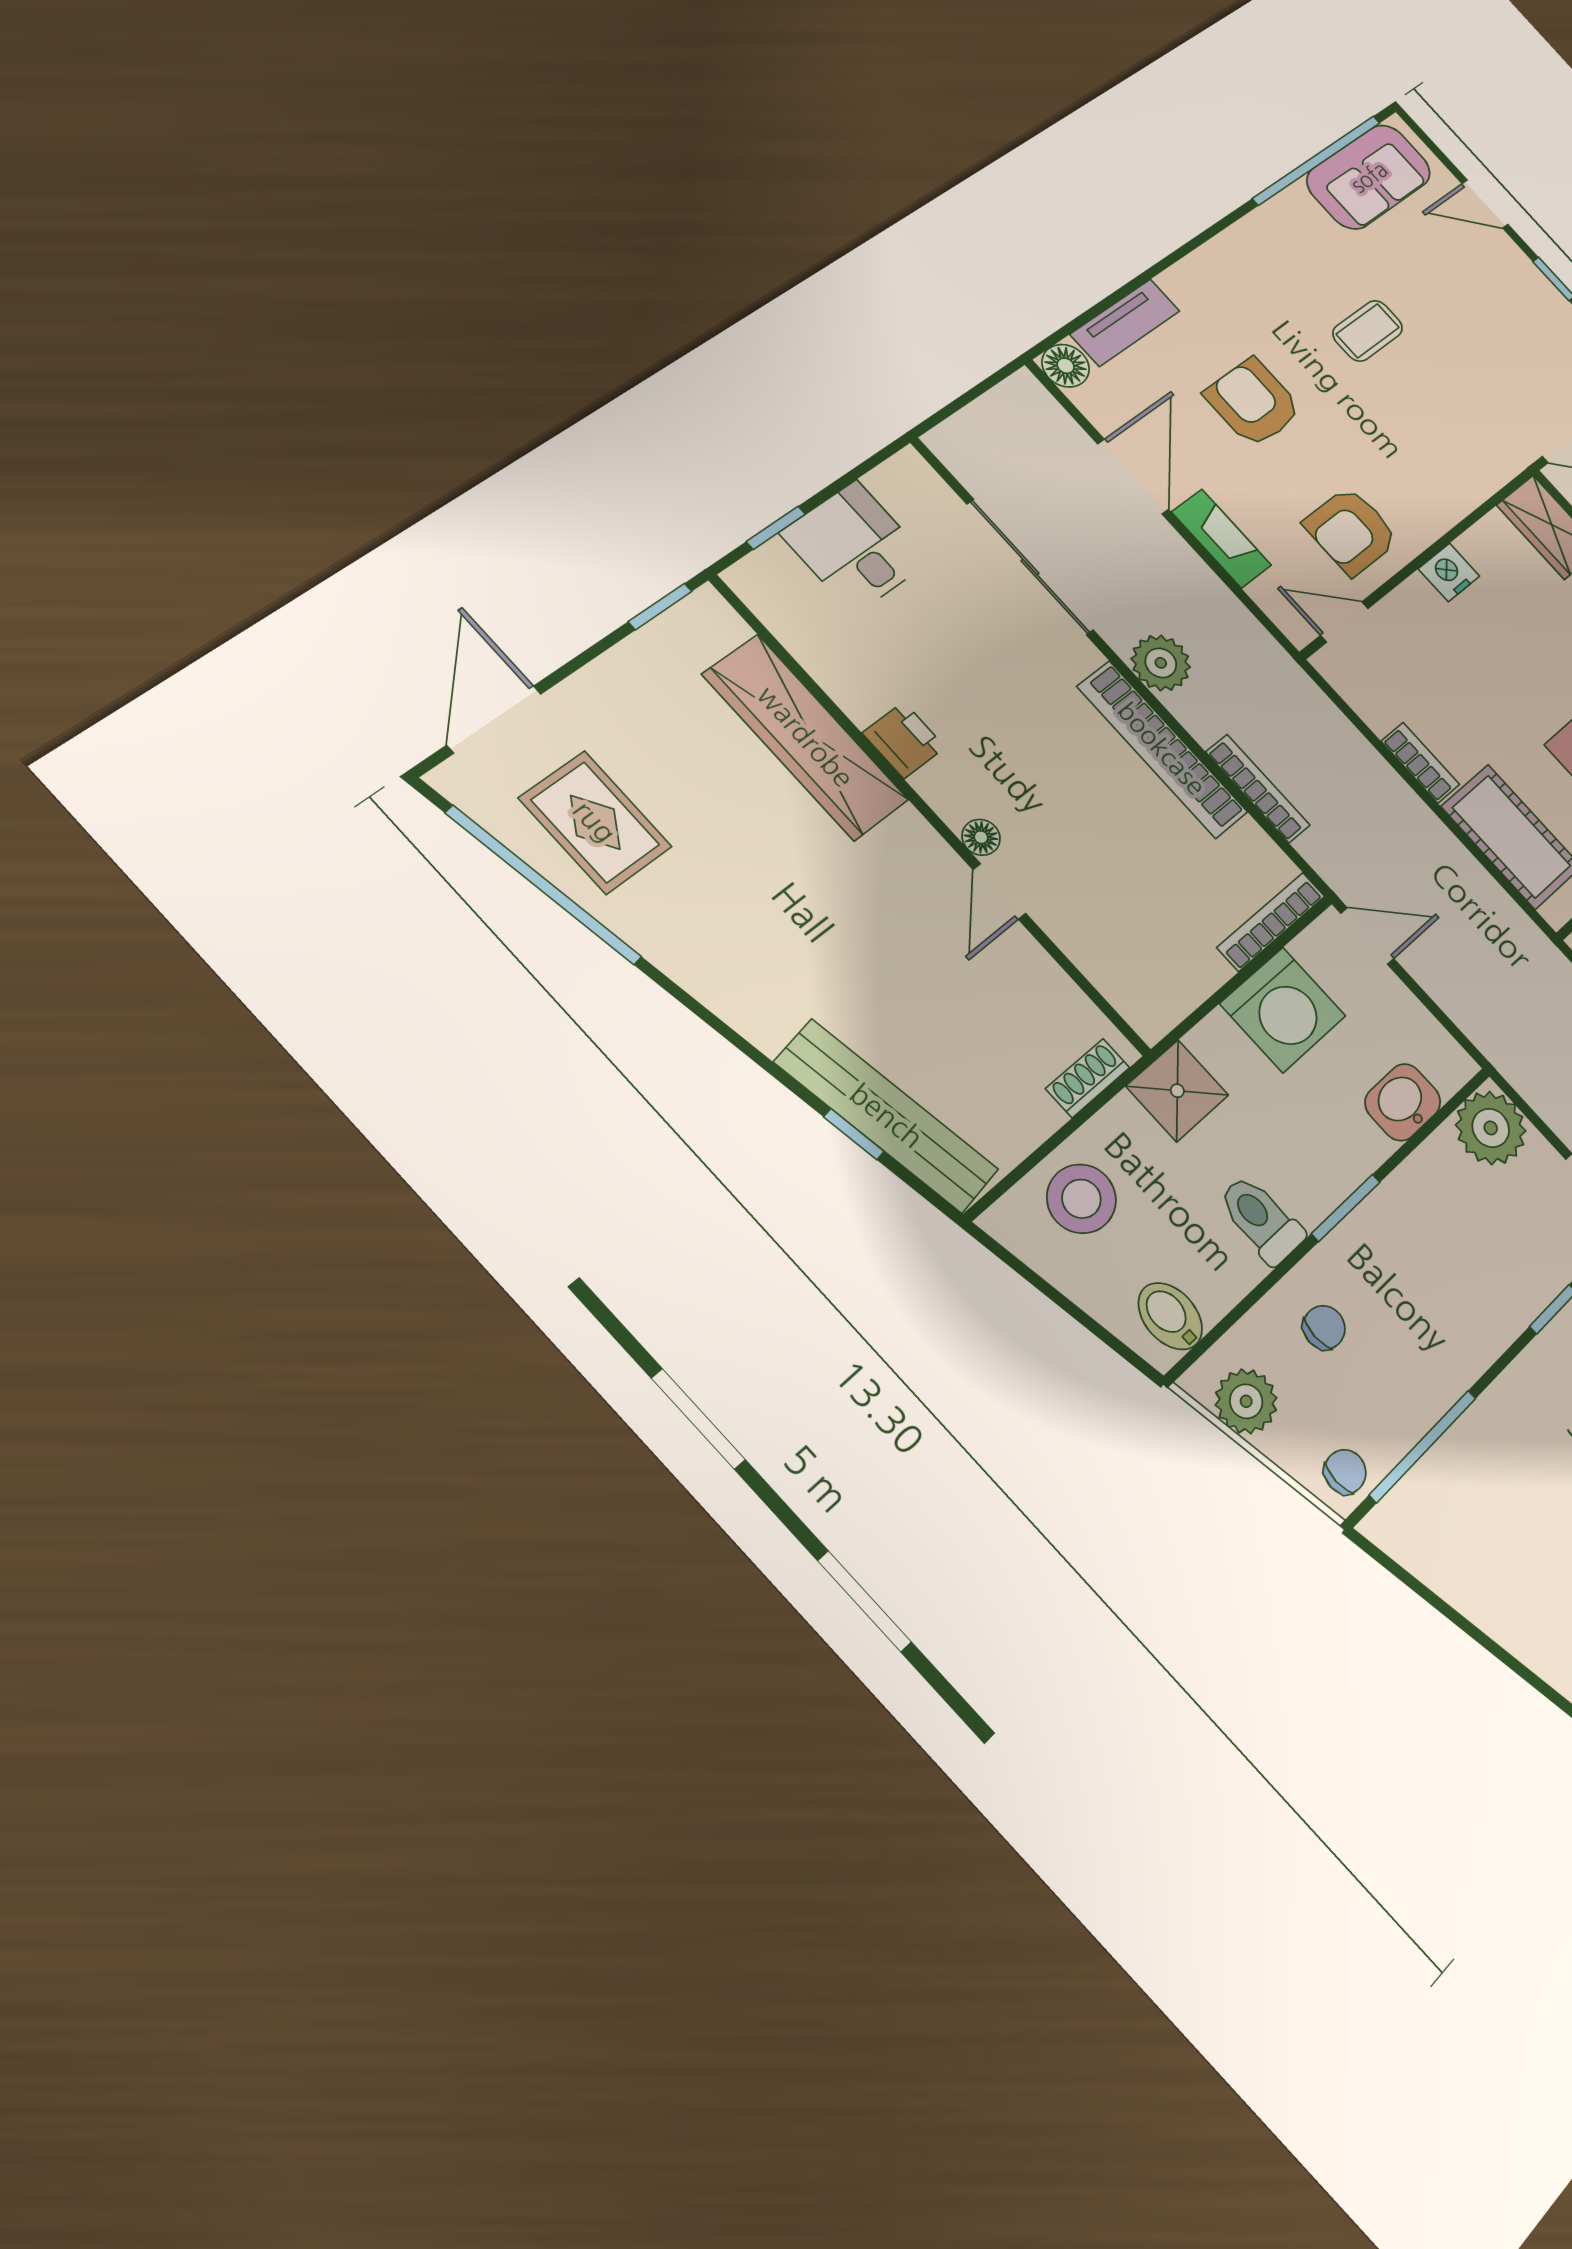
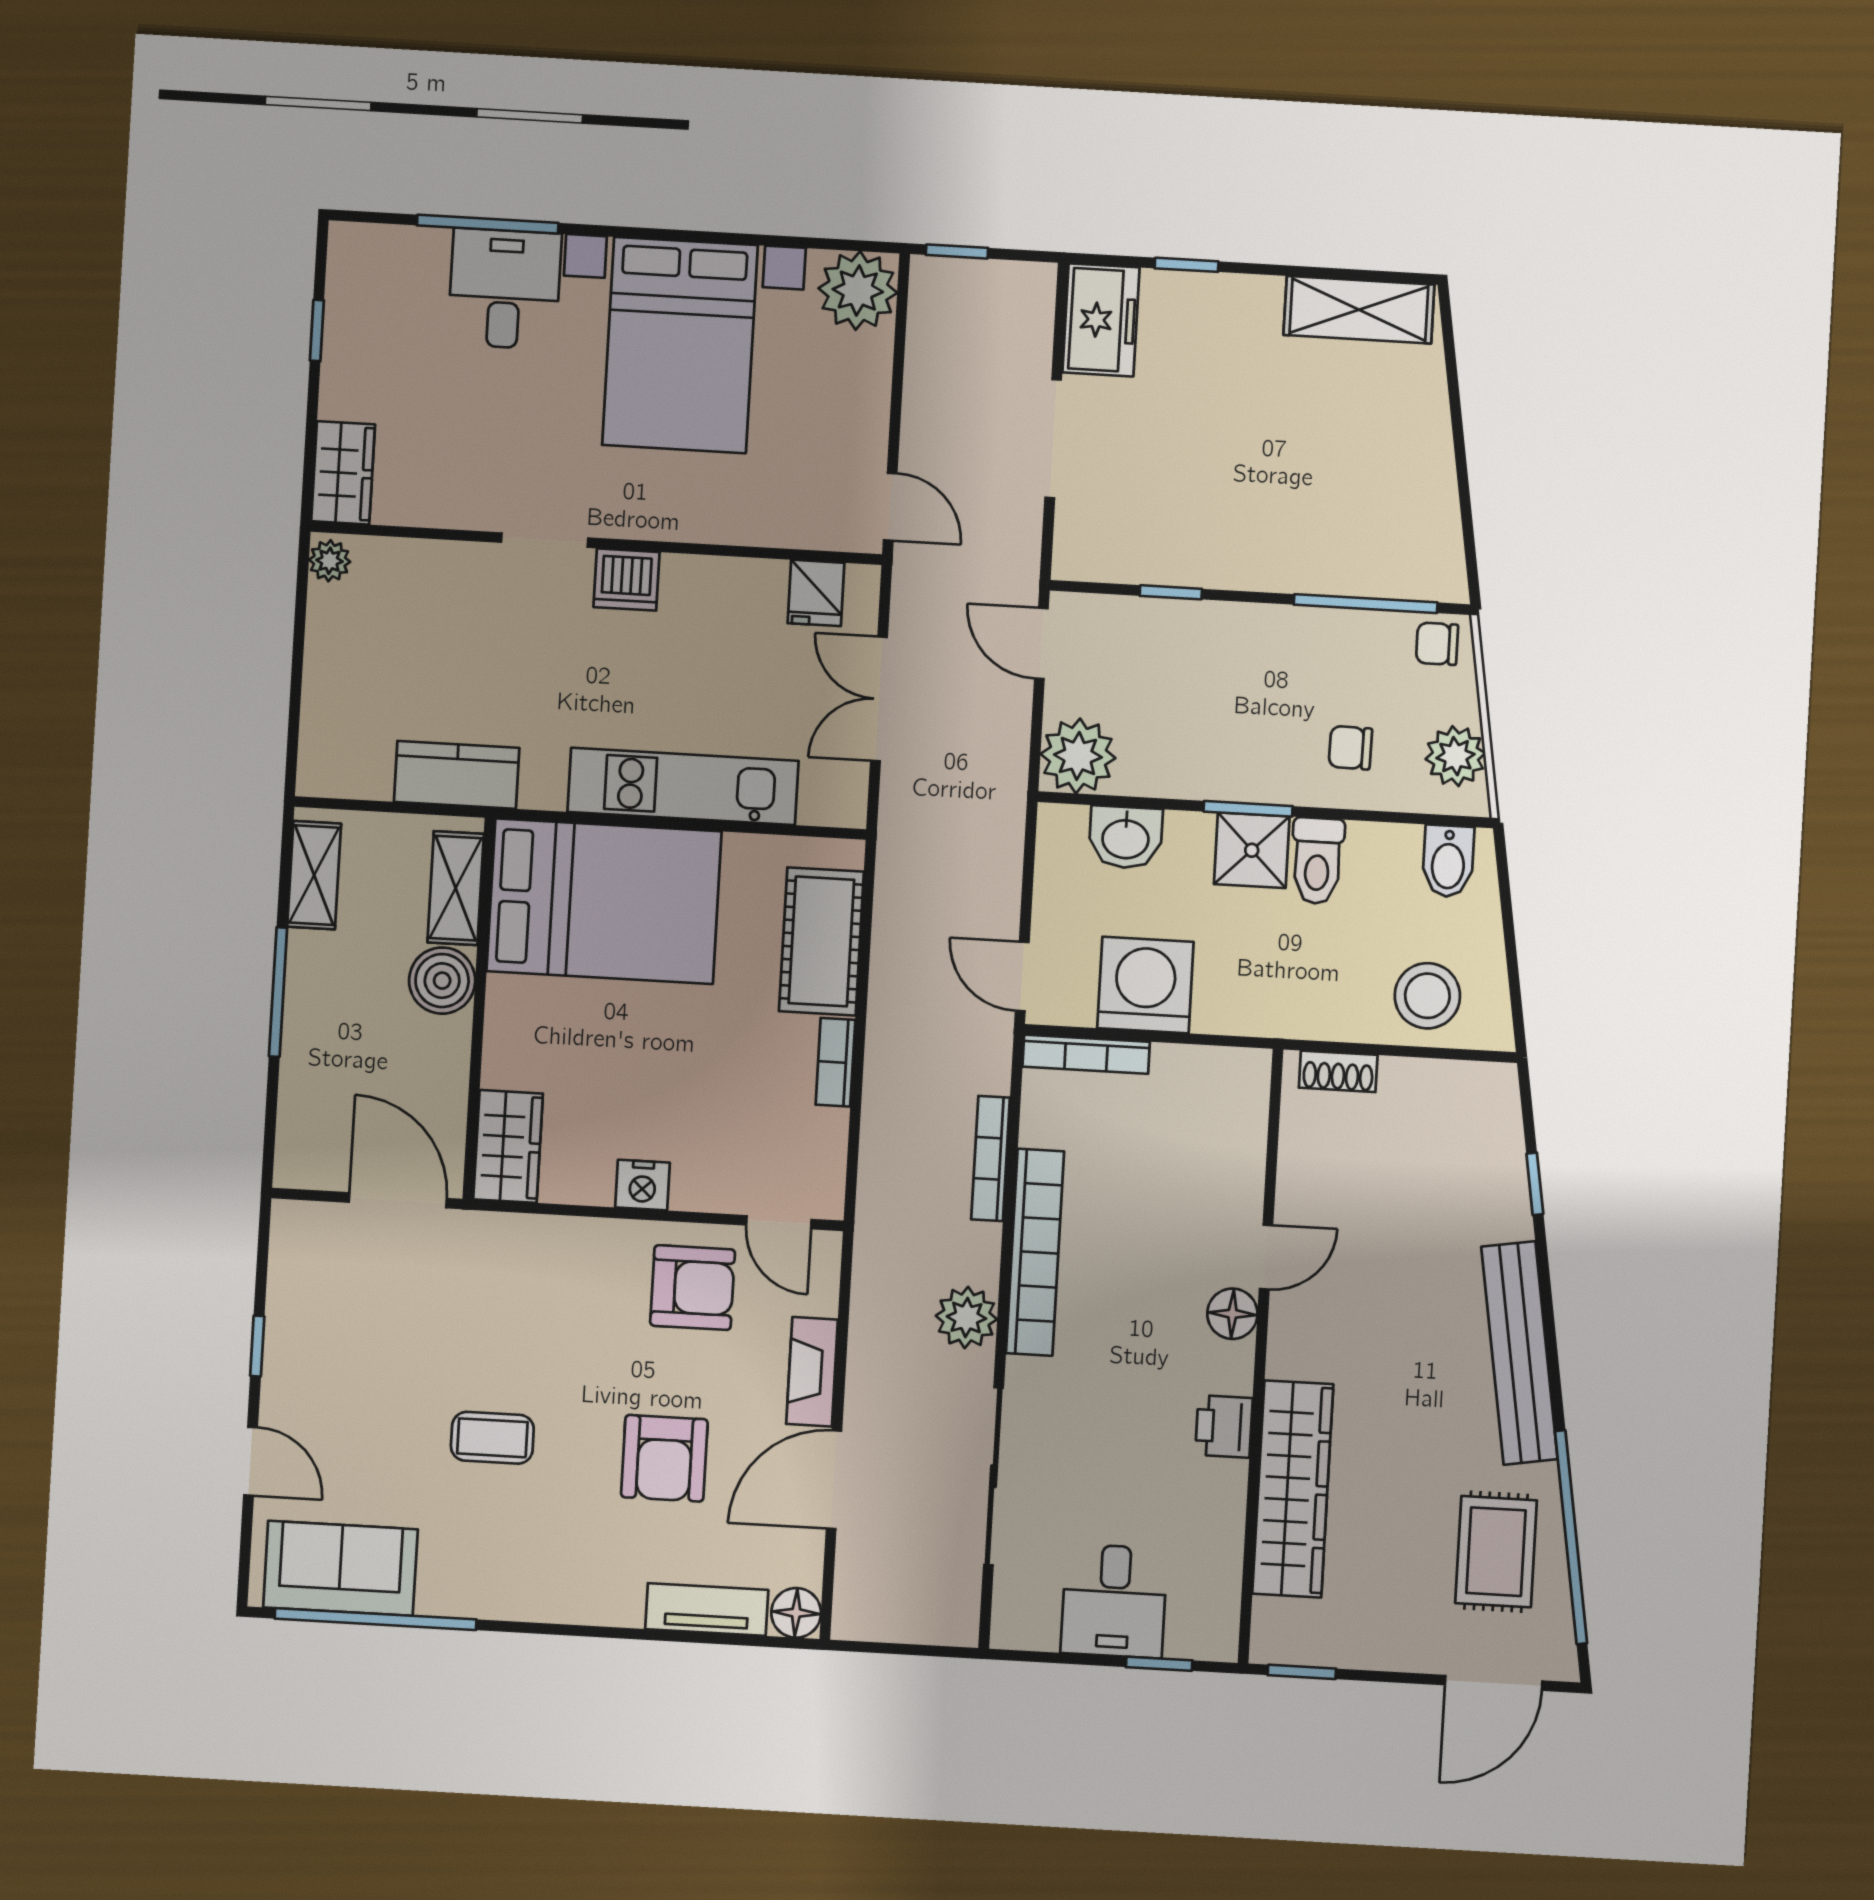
floor lamp: (981, 837) -> (1232, 1314), width x1.37, depth x1.37
shower: (1177, 1091) -> (1252, 850), moved
bench: (887, 1116) -> (1519, 1353), moved

